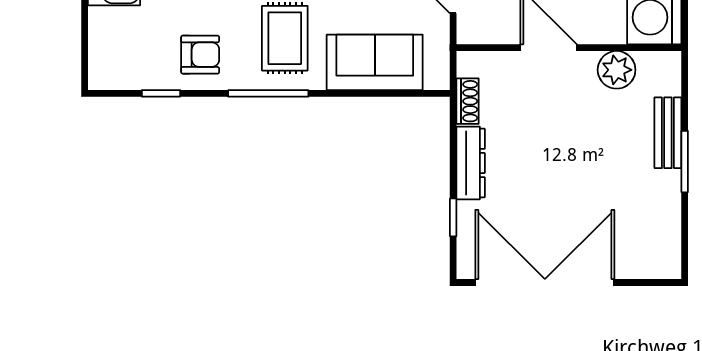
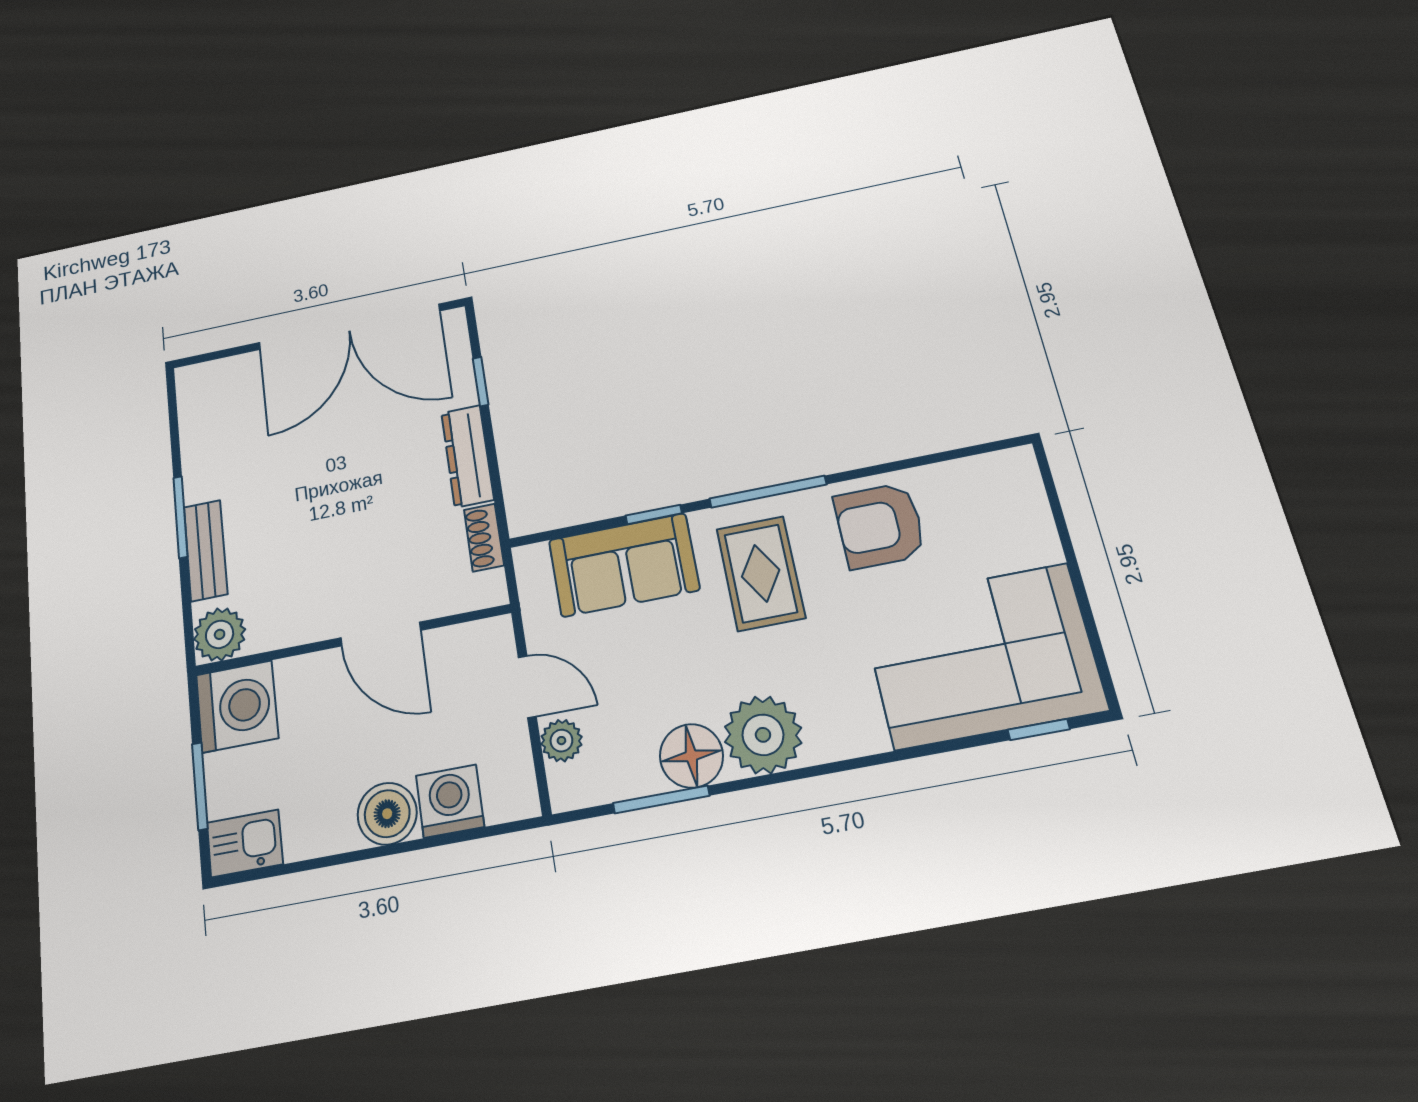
armchair: (200, 55) -> (880, 526), width x1.38, depth x1.38
plant: (617, 70) -> (220, 634), moved
window: (161, 93) -> (654, 514), moved

